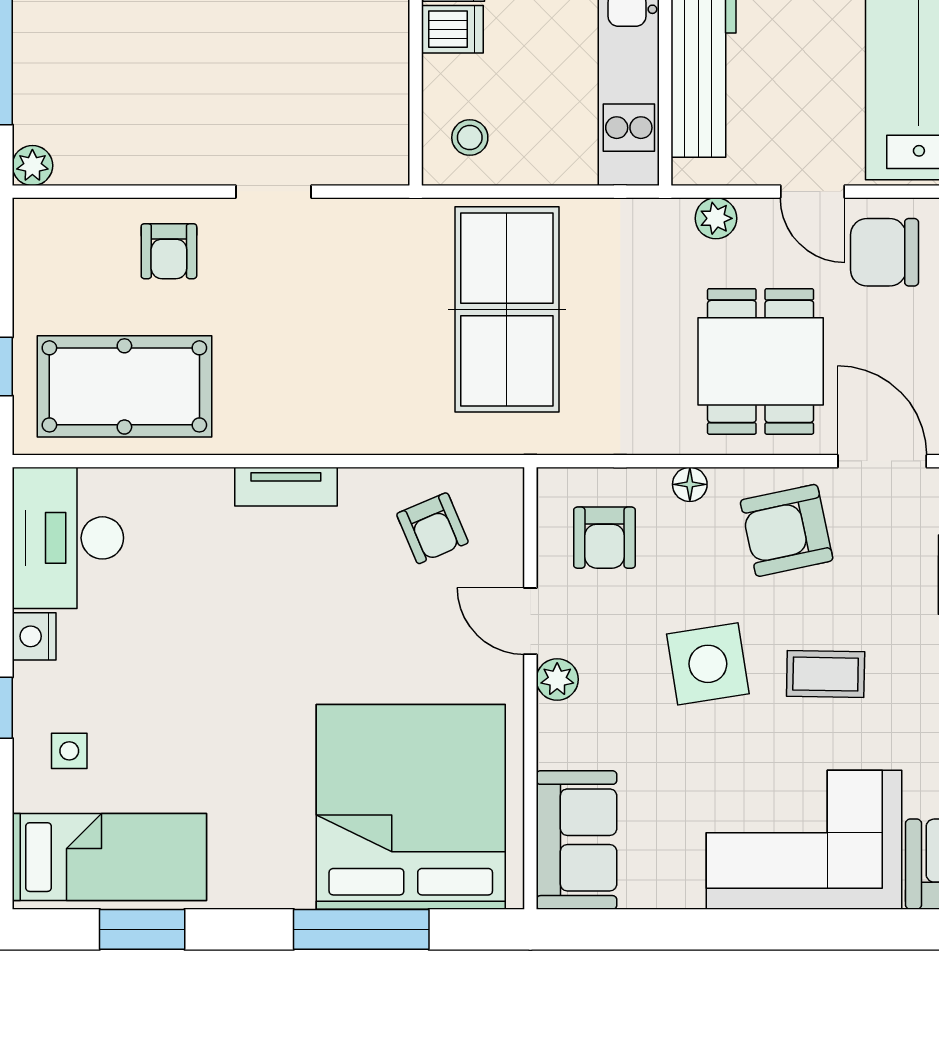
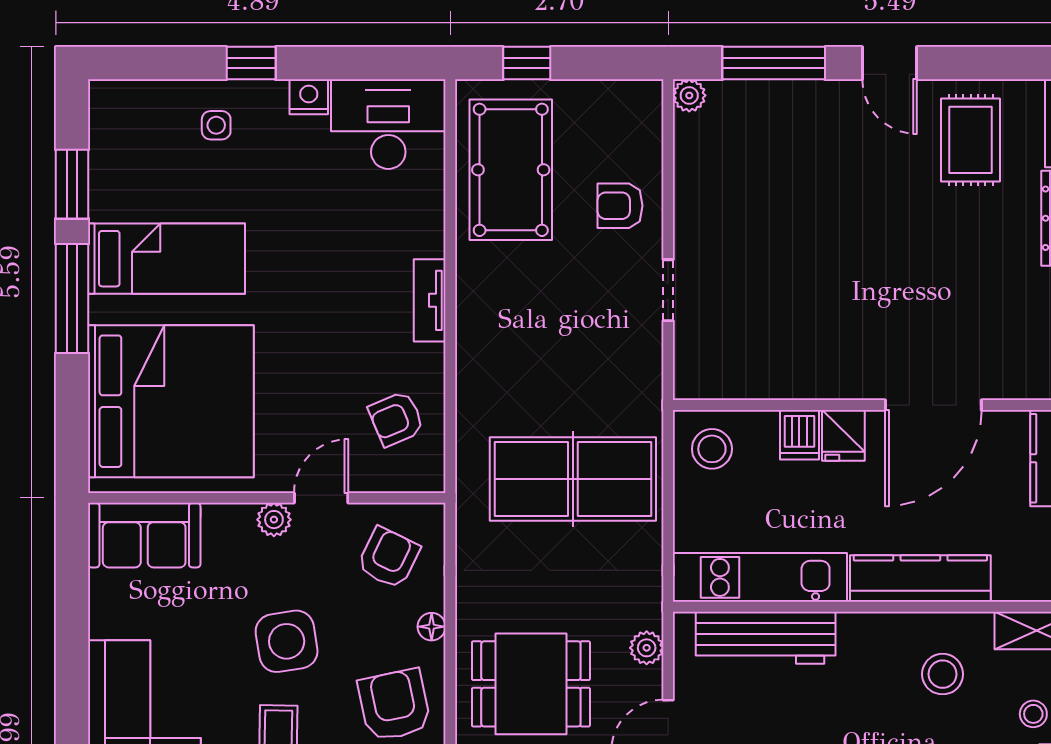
stool: (470, 138) -> (712, 449), width x1.37, depth x1.37
armchair: (604, 538) -> (389, 558), turned 116
bed: (109, 857) -> (167, 259), moved, turned -90
window: (361, 929) -> (72, 299), moved

